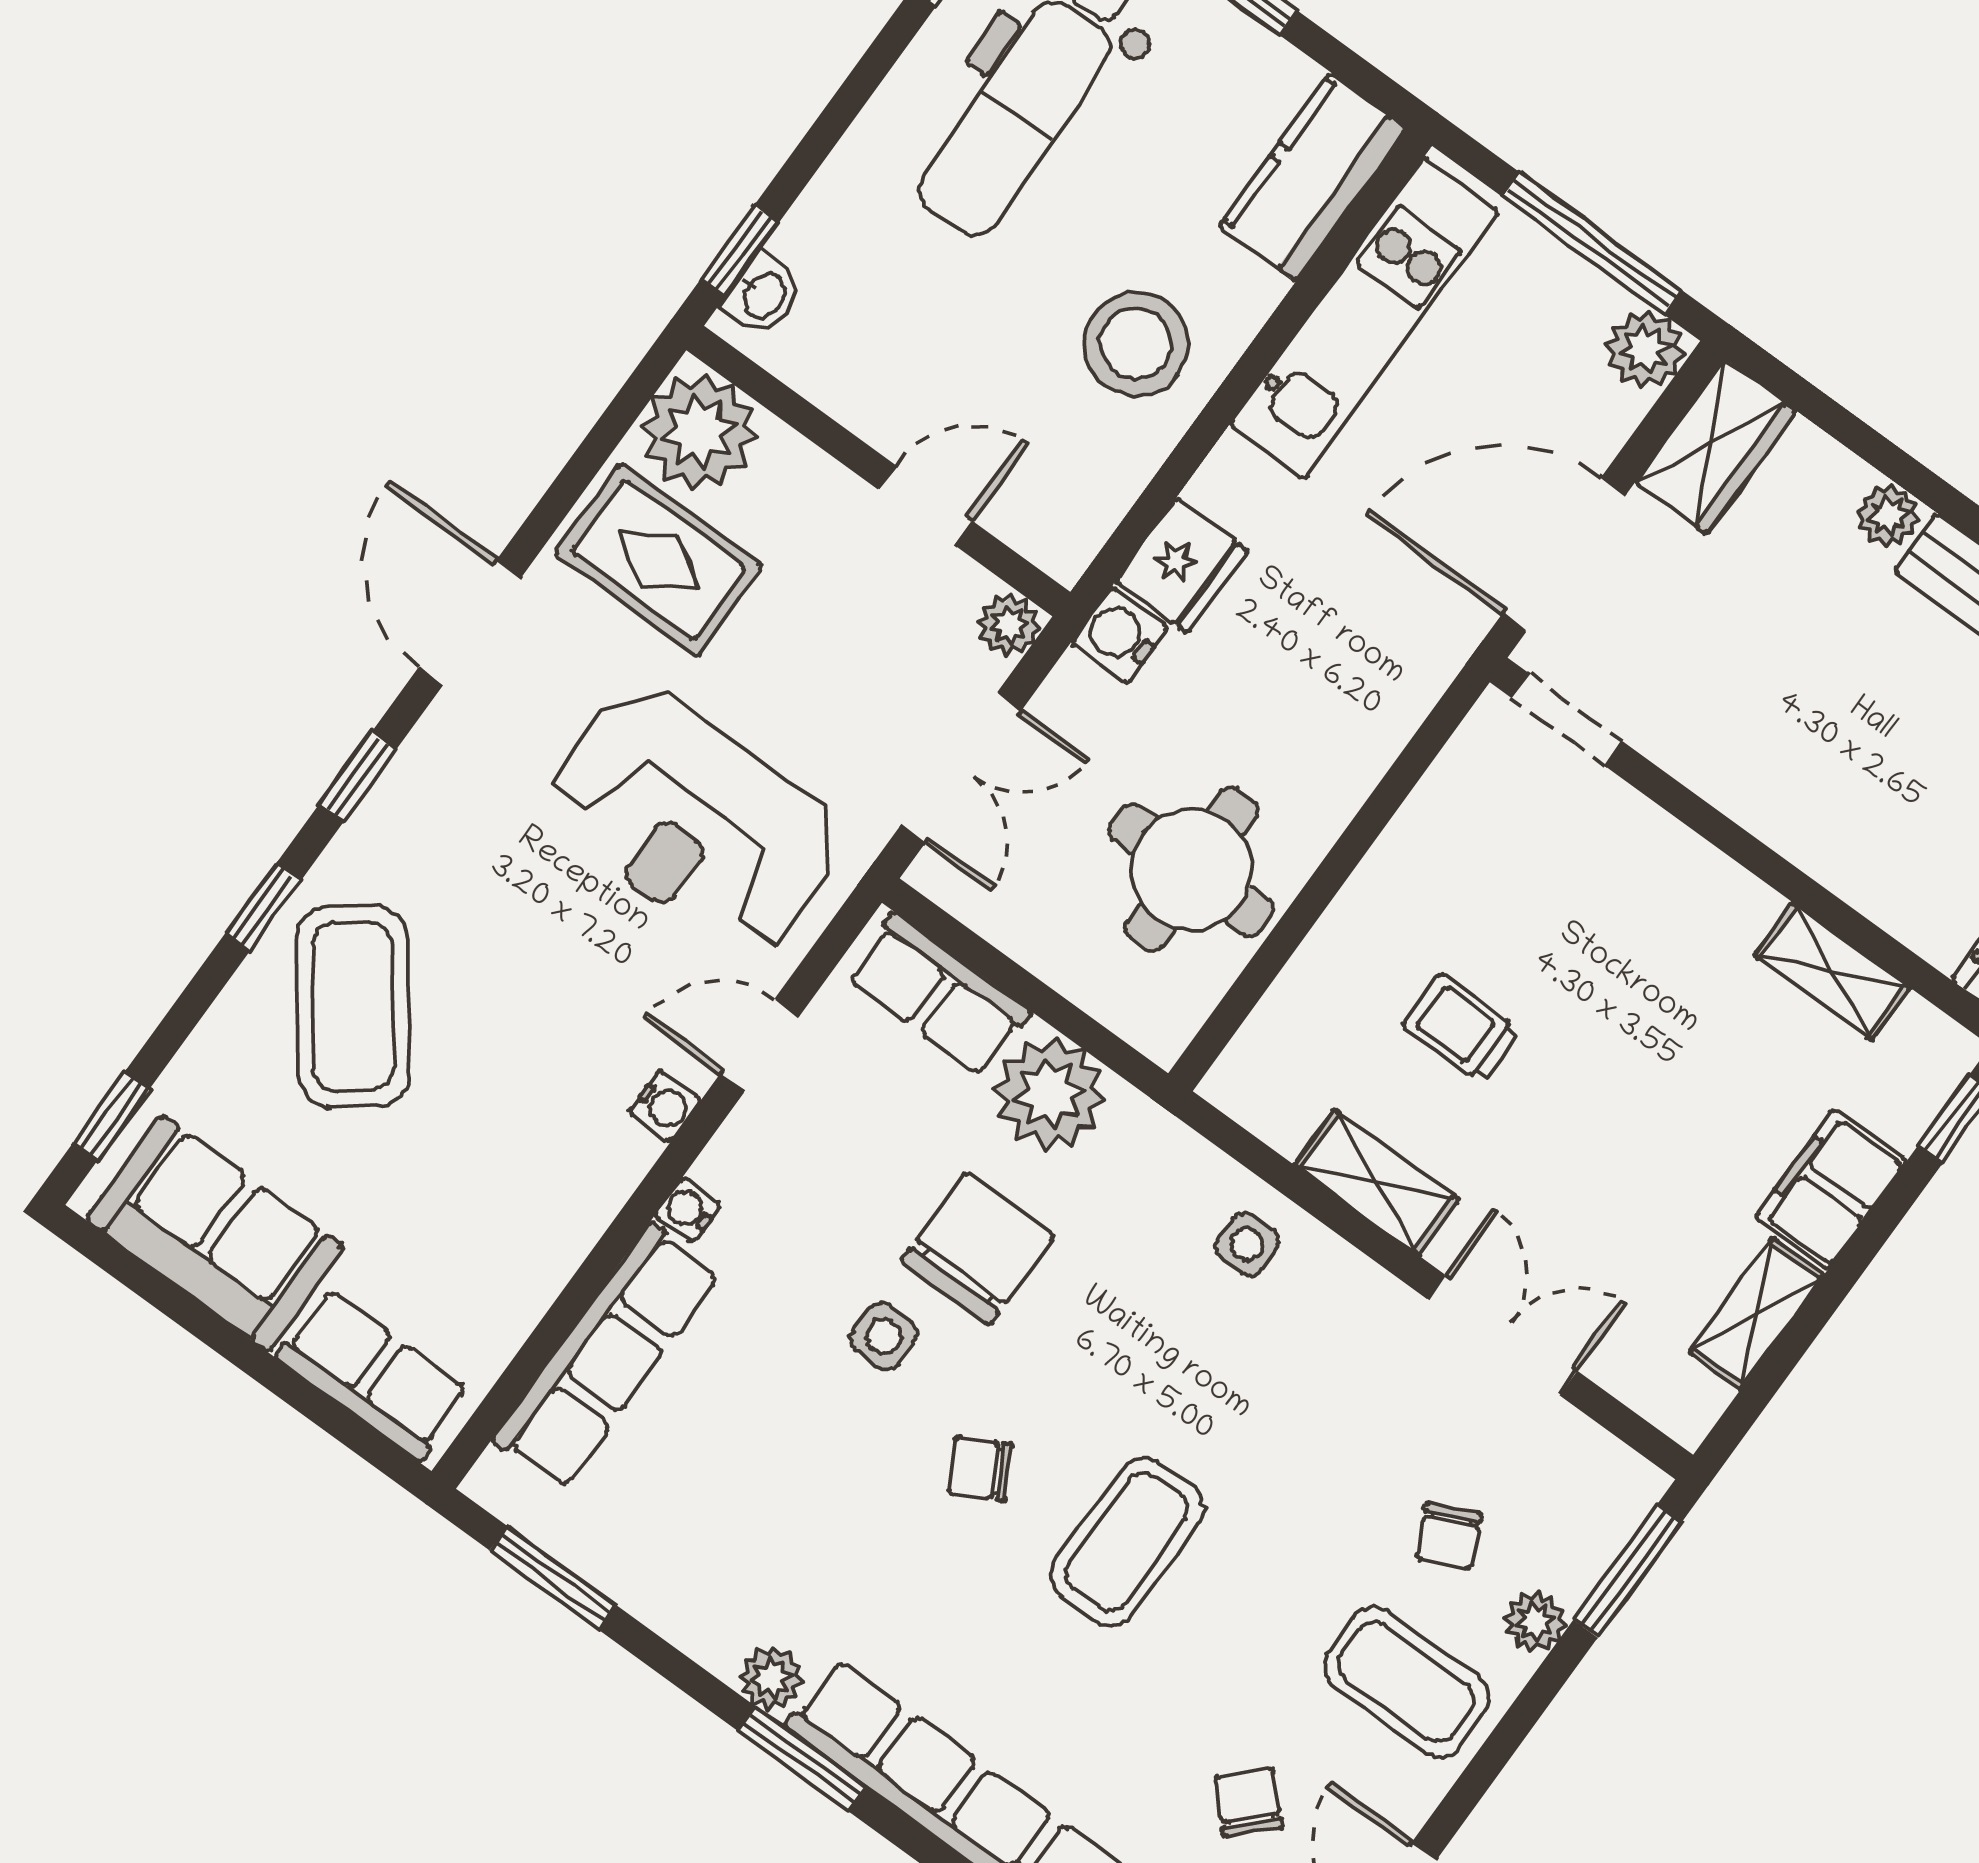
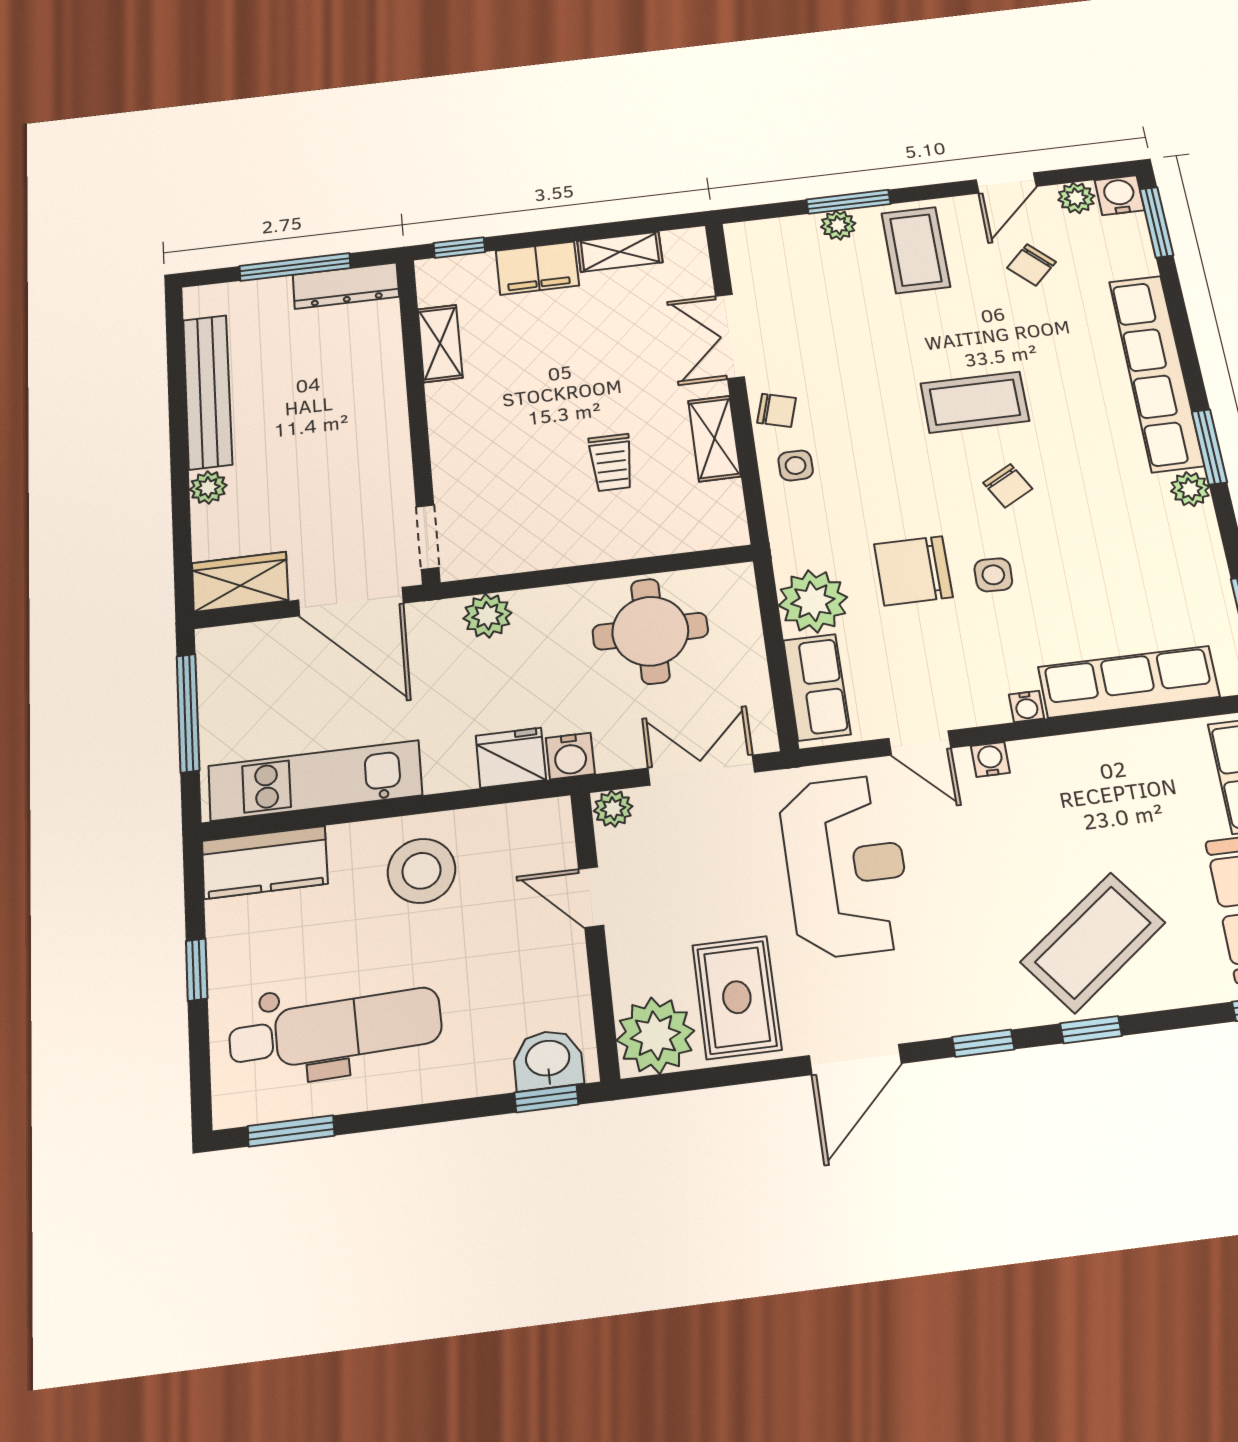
washbasin: (763, 295) -> (548, 1060), width x1.38, depth x1.45
plant: (1646, 350) -> (487, 616), moved
chair: (1449, 1536) -> (777, 410), moved, turned 41
window: (1628, 1571) -> (848, 202), moved

